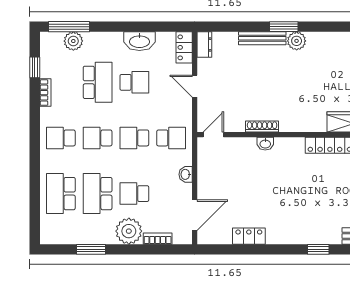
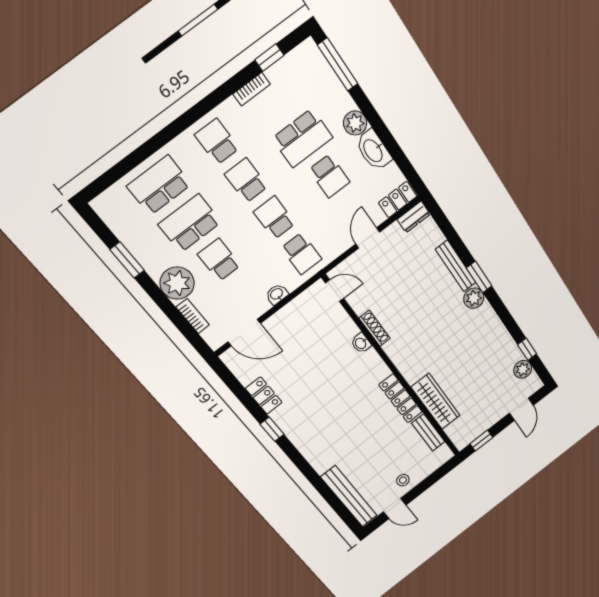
plant: (73, 41) -> (355, 123), moved
window: (318, 249) -> (272, 429), moved

